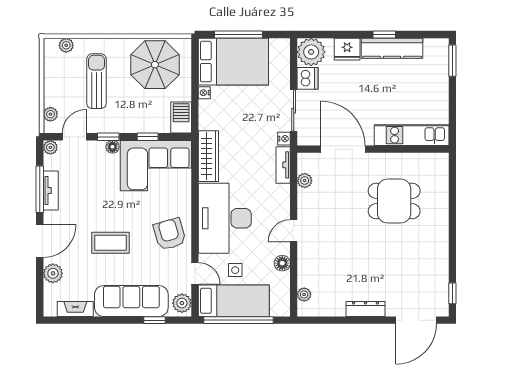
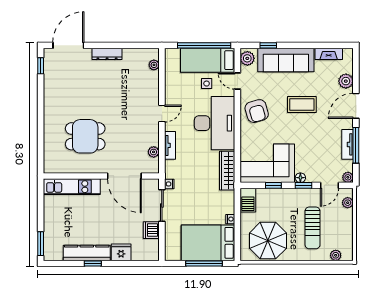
plant: (311, 52) -> (149, 250), removed
tv unit: (283, 165) -> (170, 145), moved
floor lamp: (282, 263) -> (171, 89), removed

